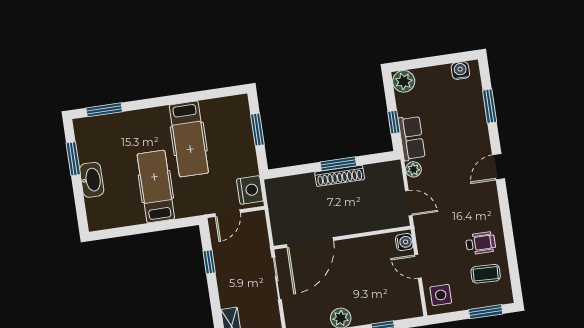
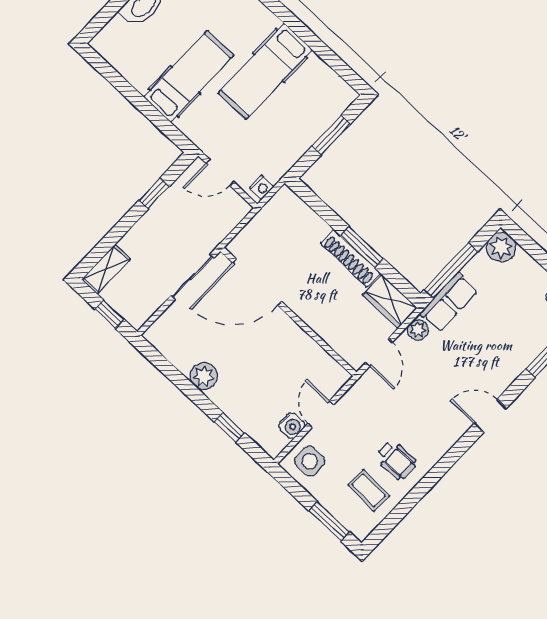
window: (394, 122) -> (451, 271), width x2.17
wardrobe: (384, 173) -> (390, 301), added
nightstand: (250, 190) -> (262, 187), width x0.53, depth x0.56
water cooler: (404, 242) -> (291, 426), moved

